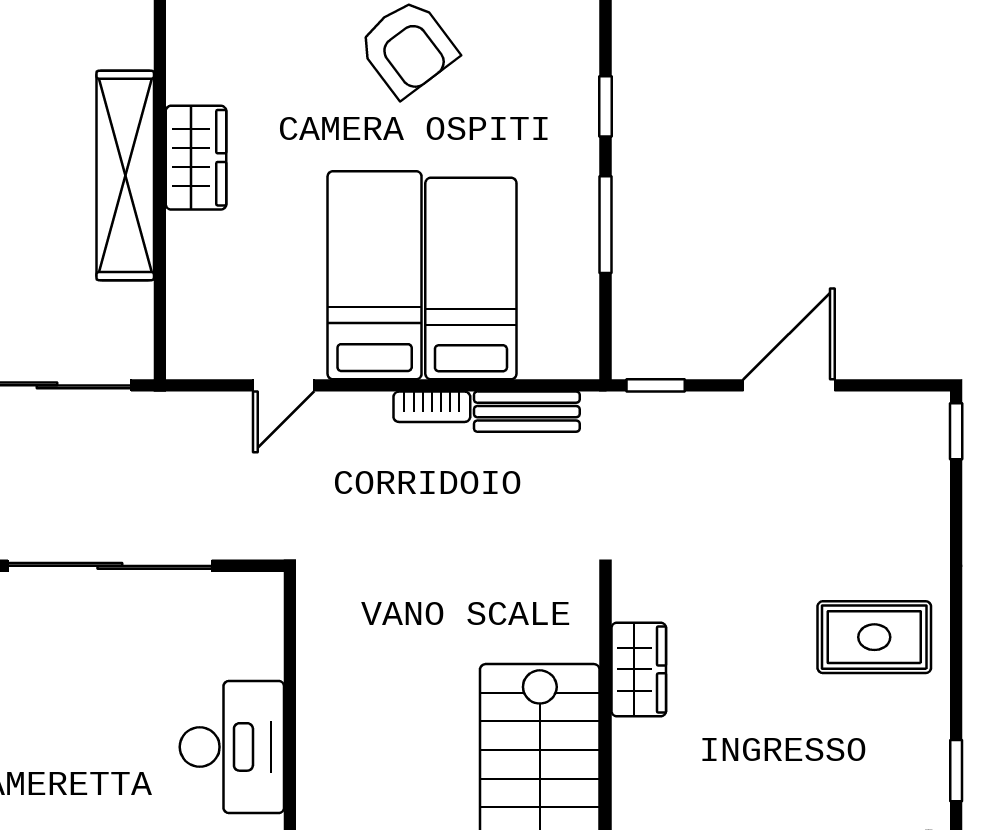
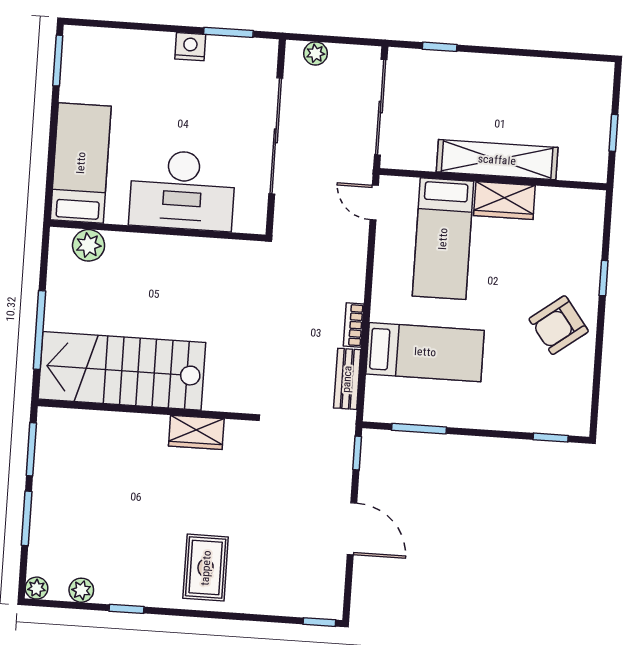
window: (605, 106) -> (551, 438), moved
window: (605, 225) -> (419, 429), moved
bed: (375, 275) -> (443, 239), moved, turned 90
door: (284, 385) -> (374, 203), moved
desk: (232, 747) -> (182, 190), width x1.36, depth x1.30

